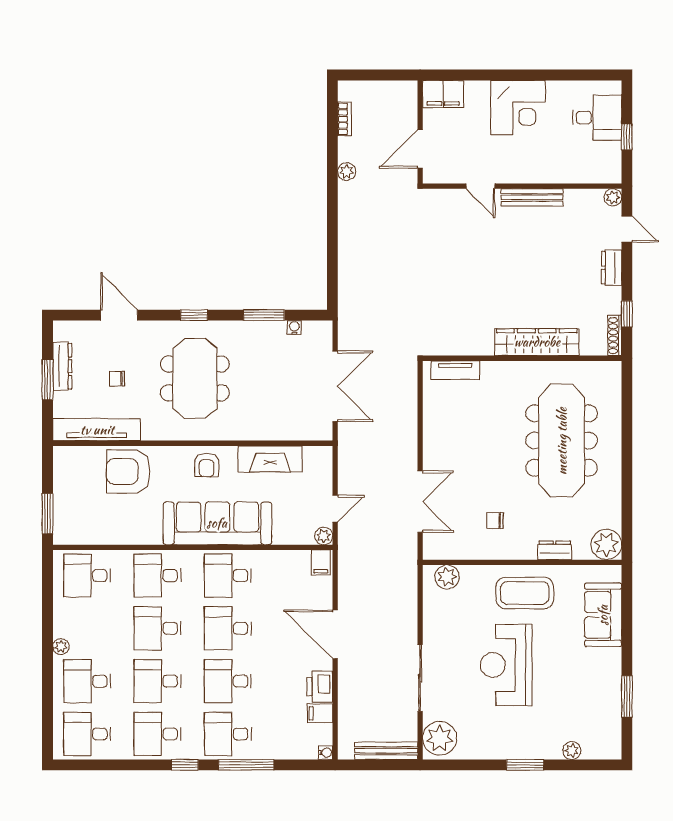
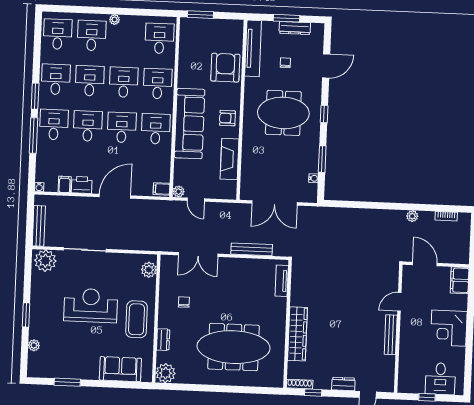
plant: (613, 197) -> (388, 387), removed
bench: (409, 419) -> (252, 249), added
window: (185, 765) -> (35, 96), width x1.50

